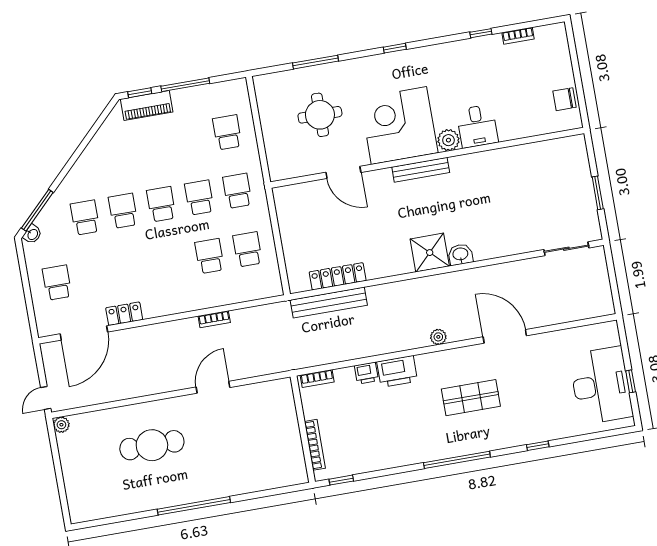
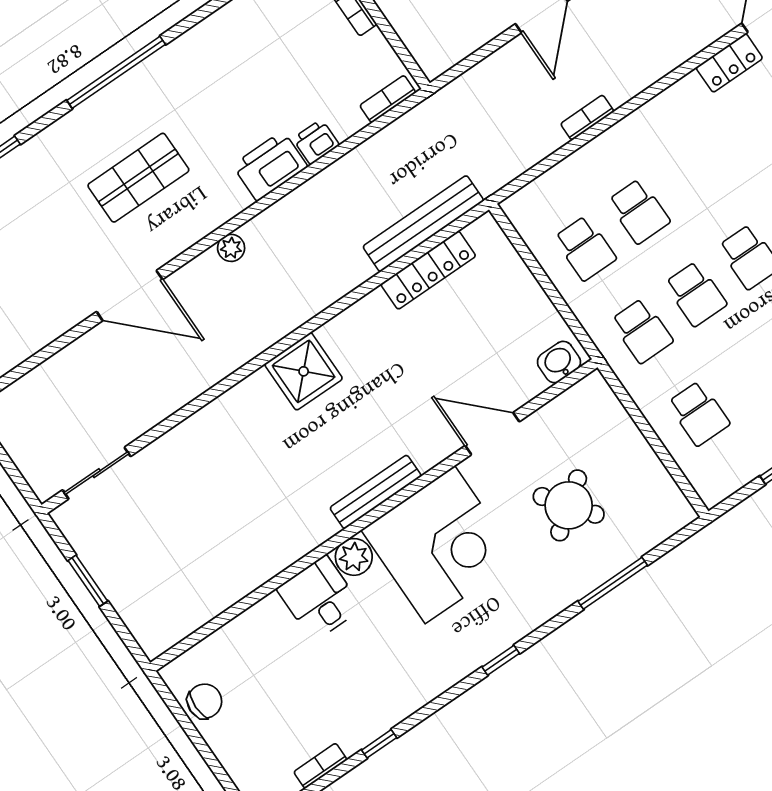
round table: (320, 115) -> (569, 505), turned -37
washbasin: (460, 254) -> (559, 362), moved, turned 180

